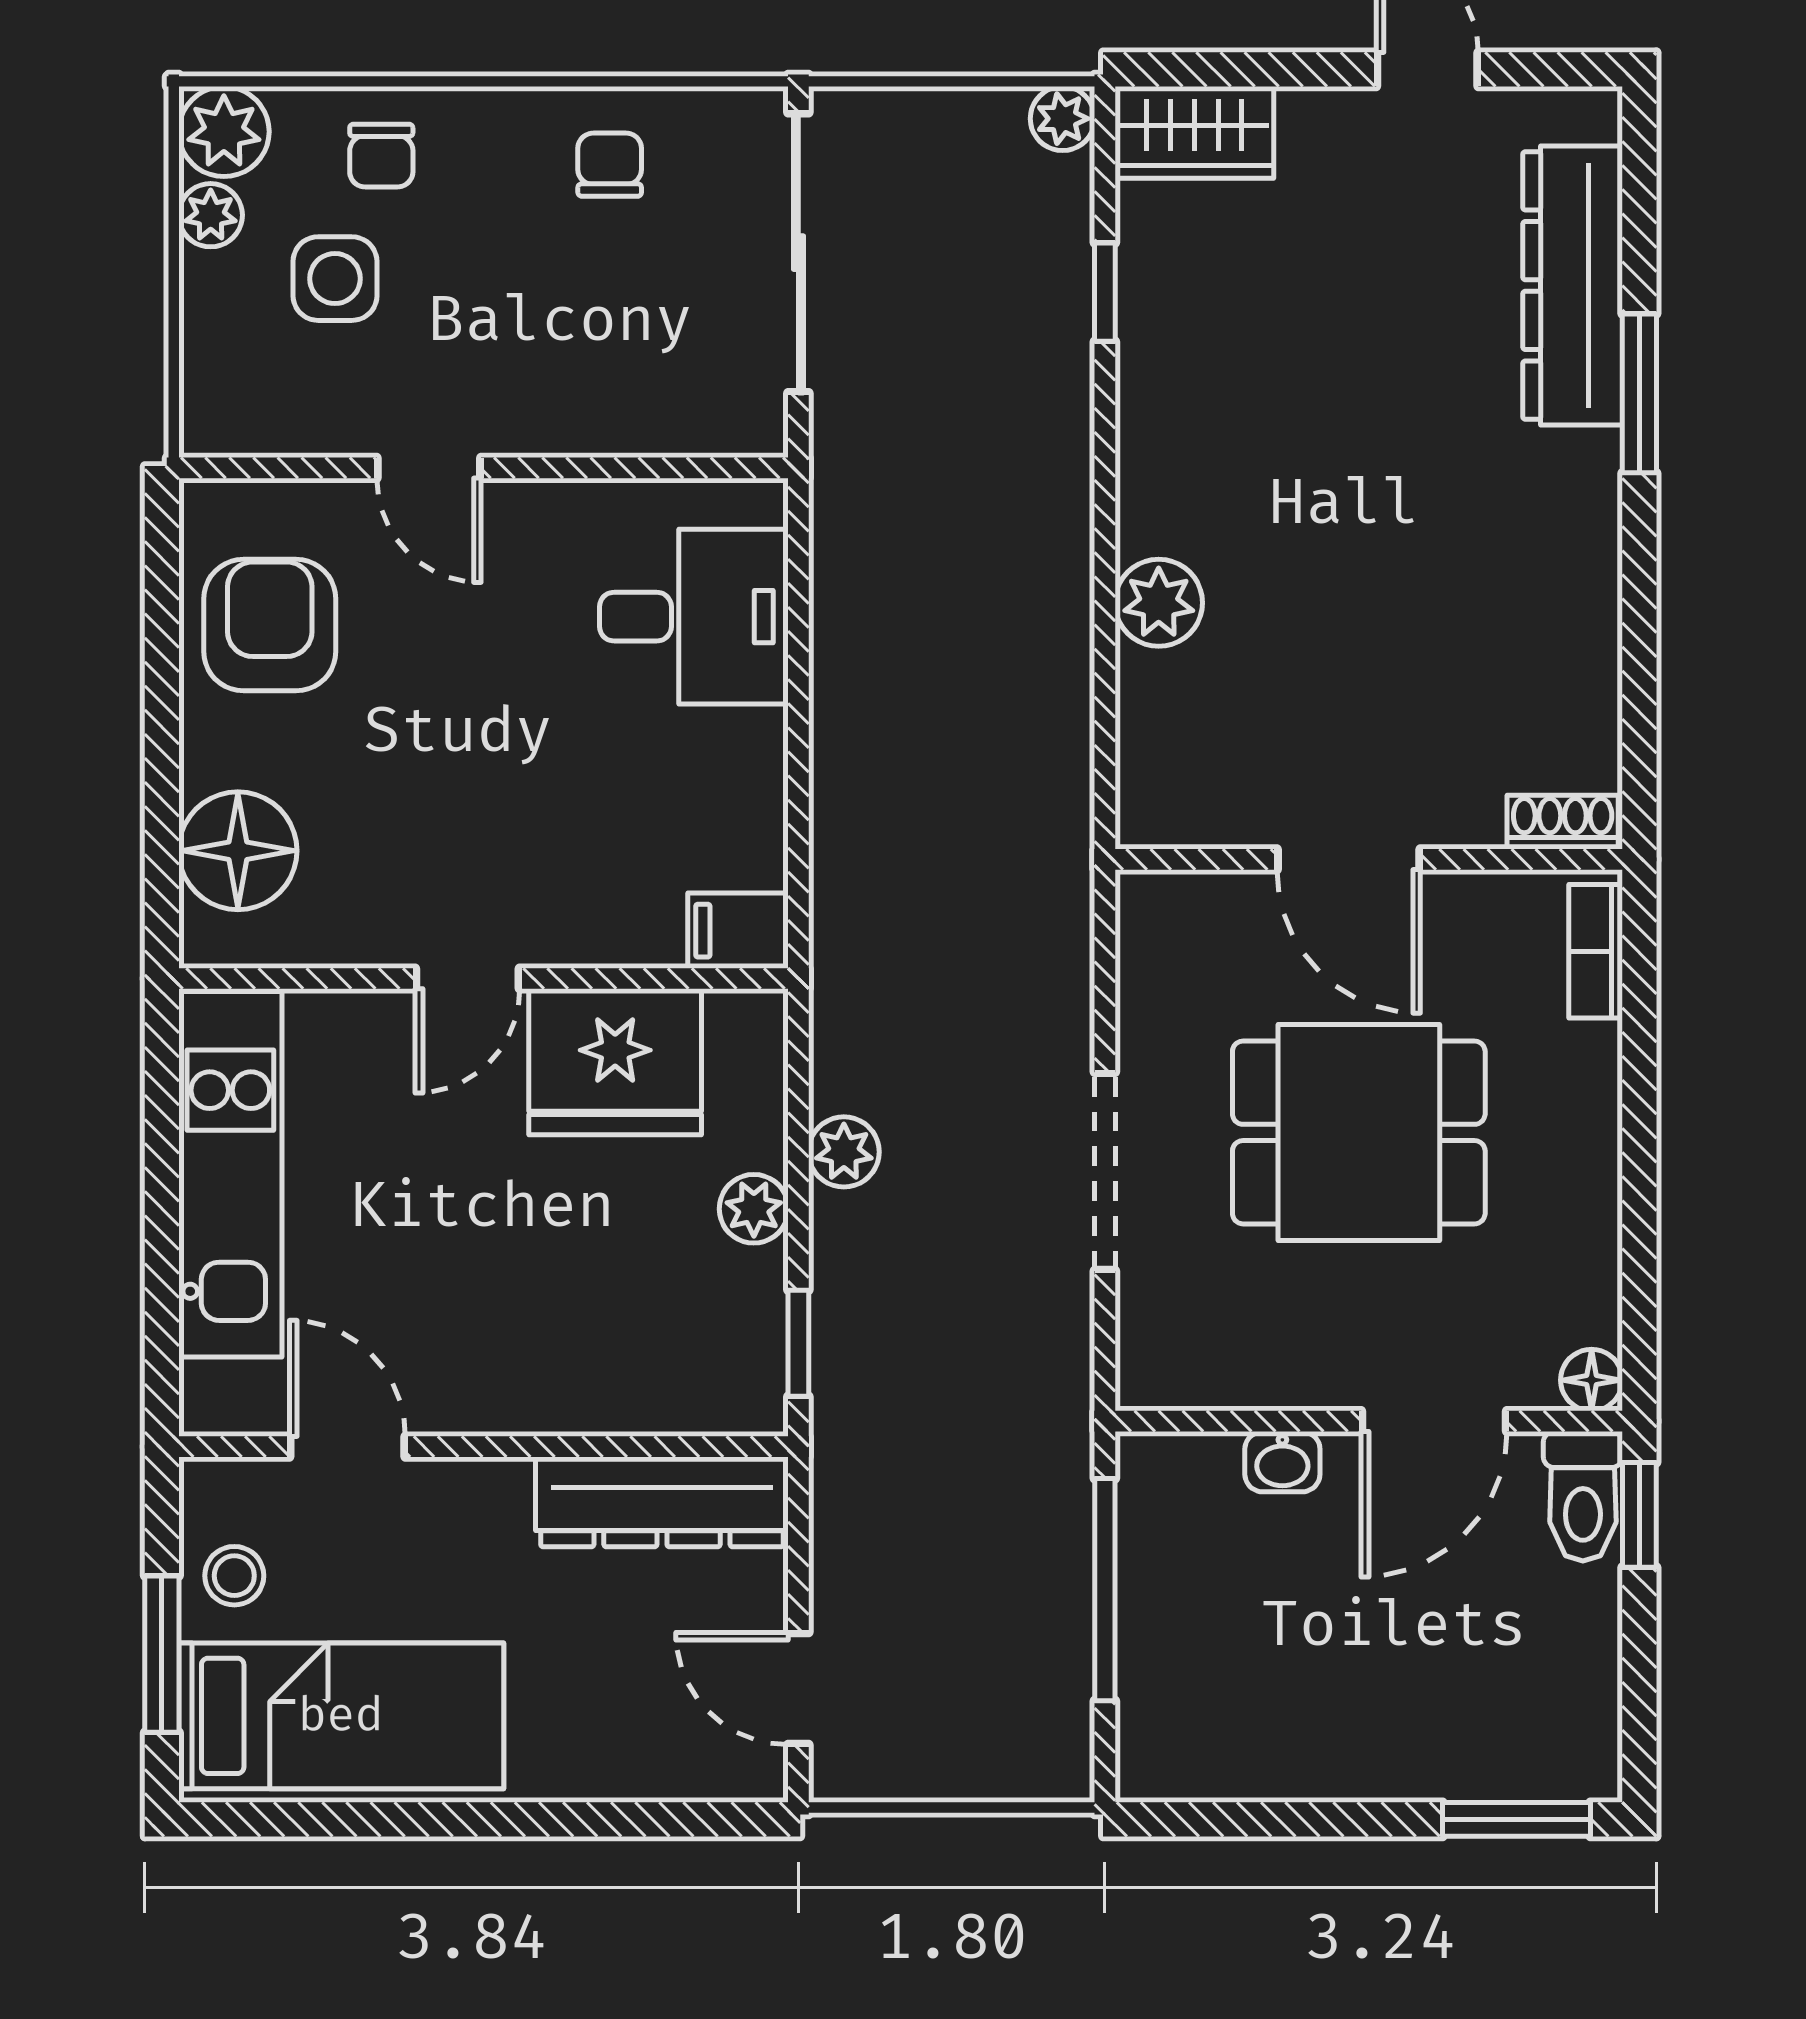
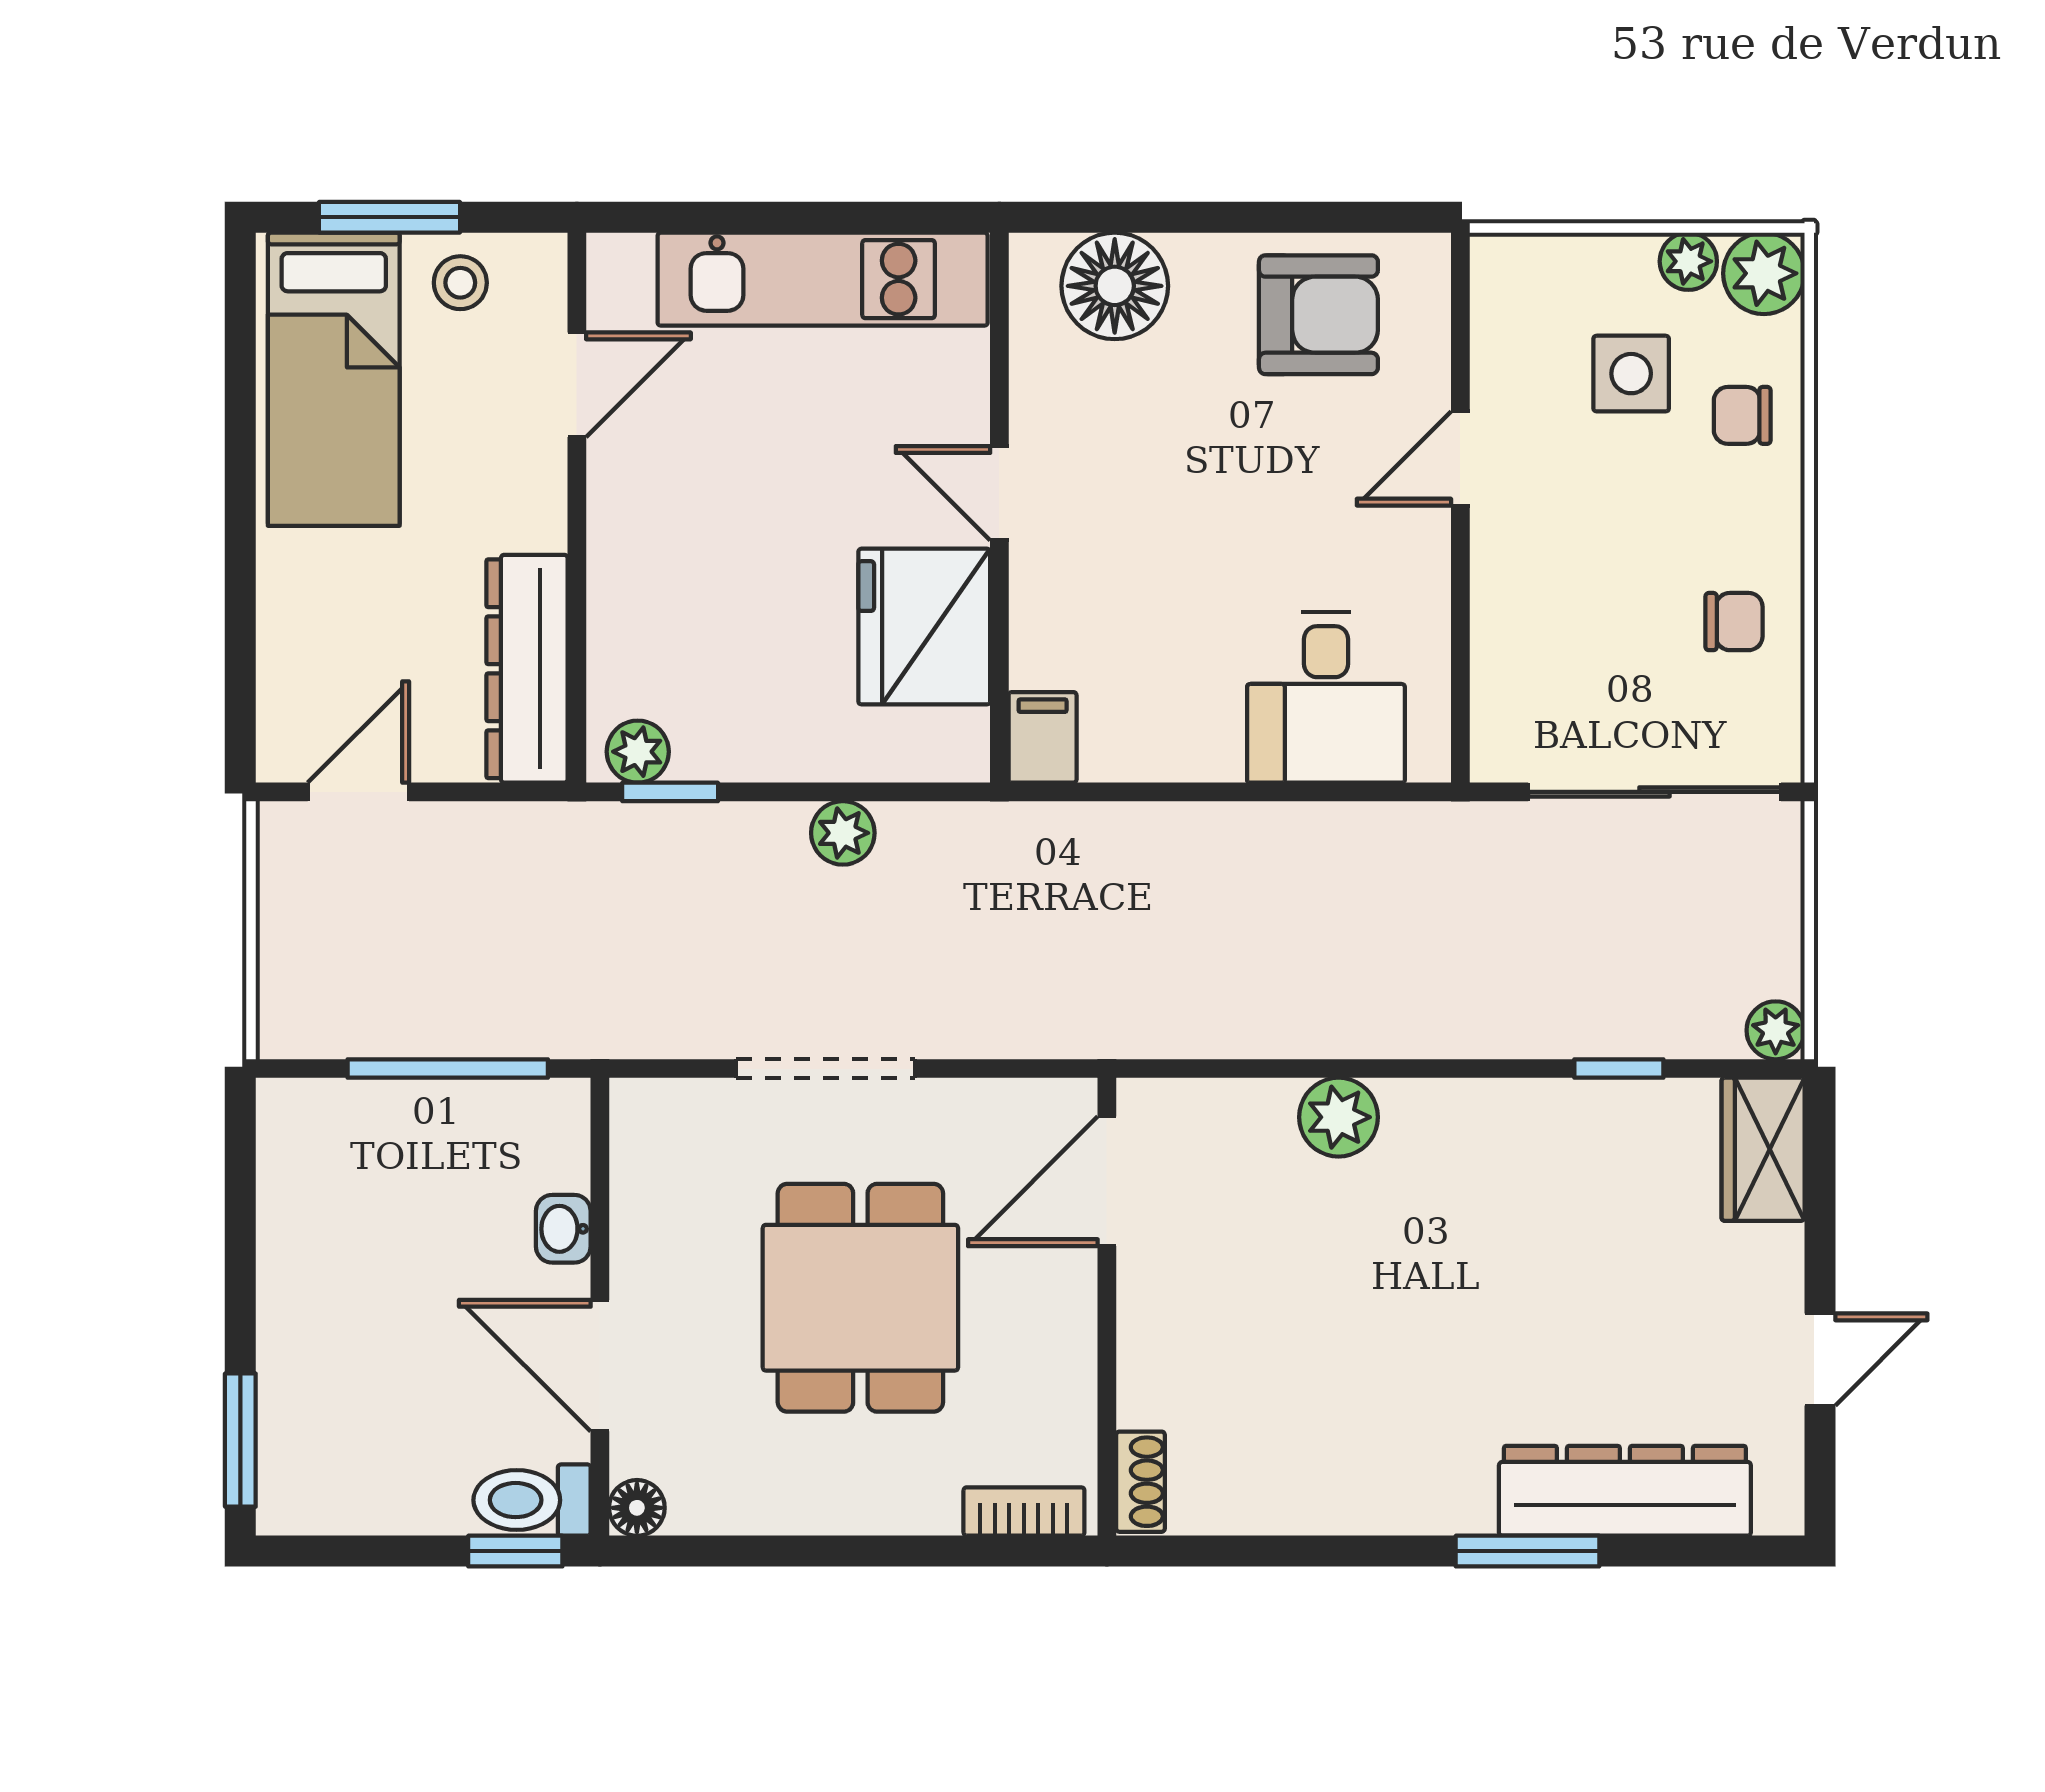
door: (1349, 859) -> (1107, 1181), moved
plant: (754, 1209) -> (638, 752), moved

